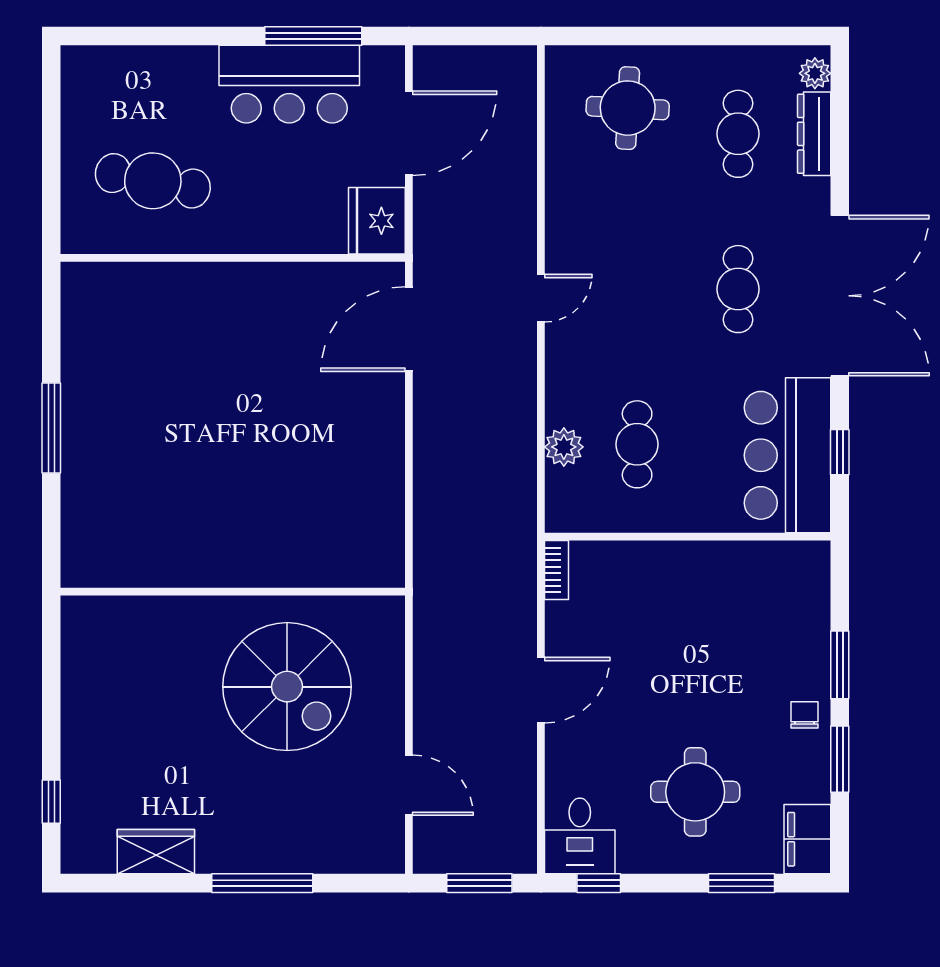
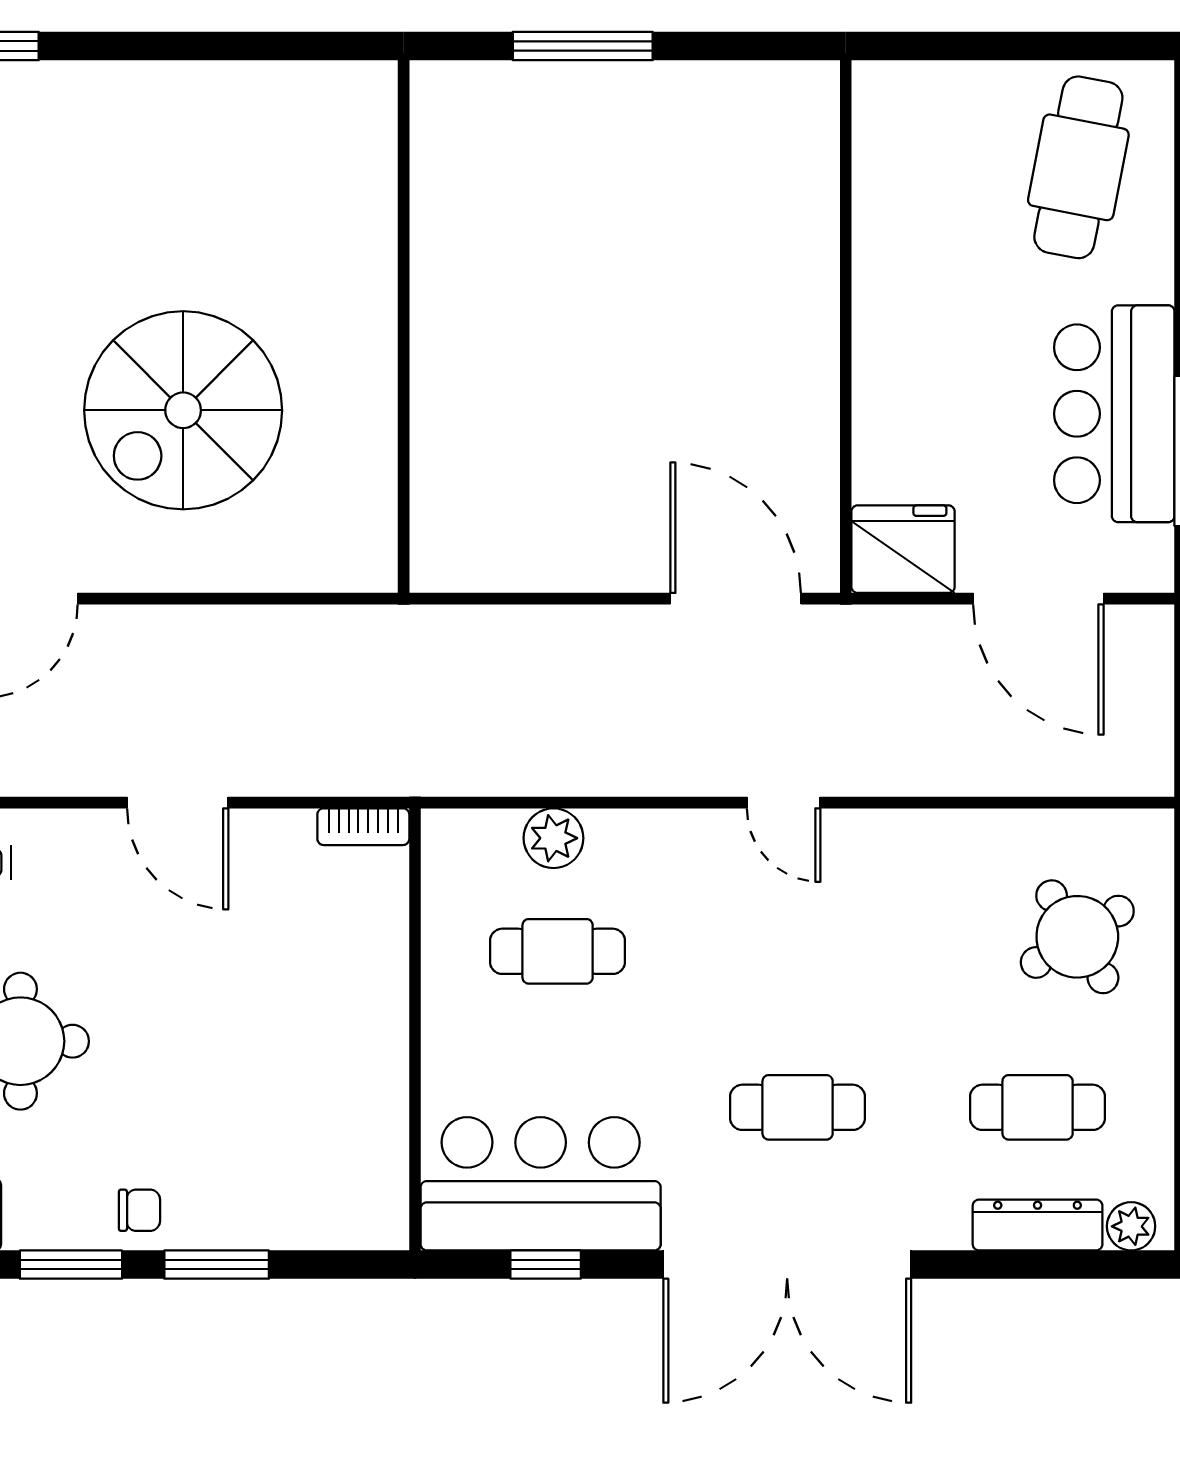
round table: (628, 108) -> (1077, 937), turned -35
cafe table: (153, 181) -> (1078, 167), moved
wall: (233, 592) -> (404, 327), moved

